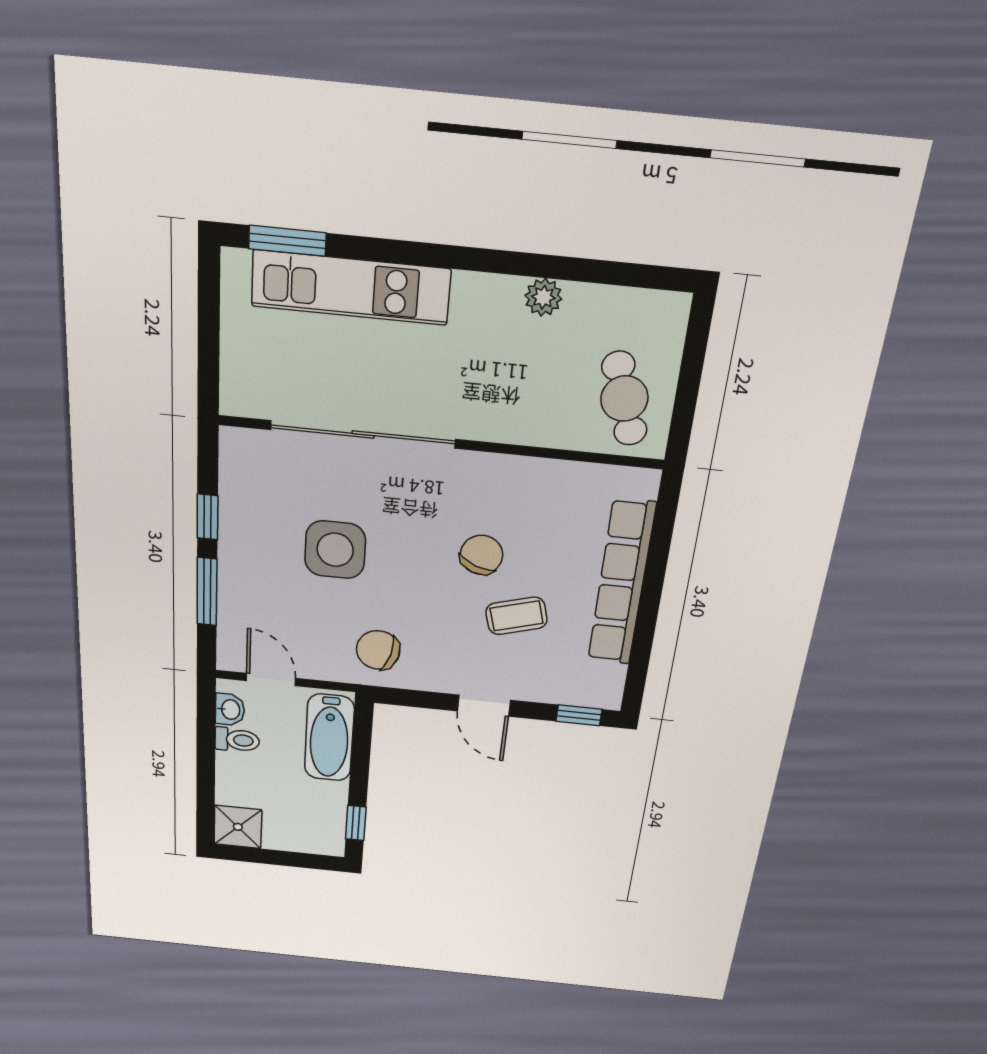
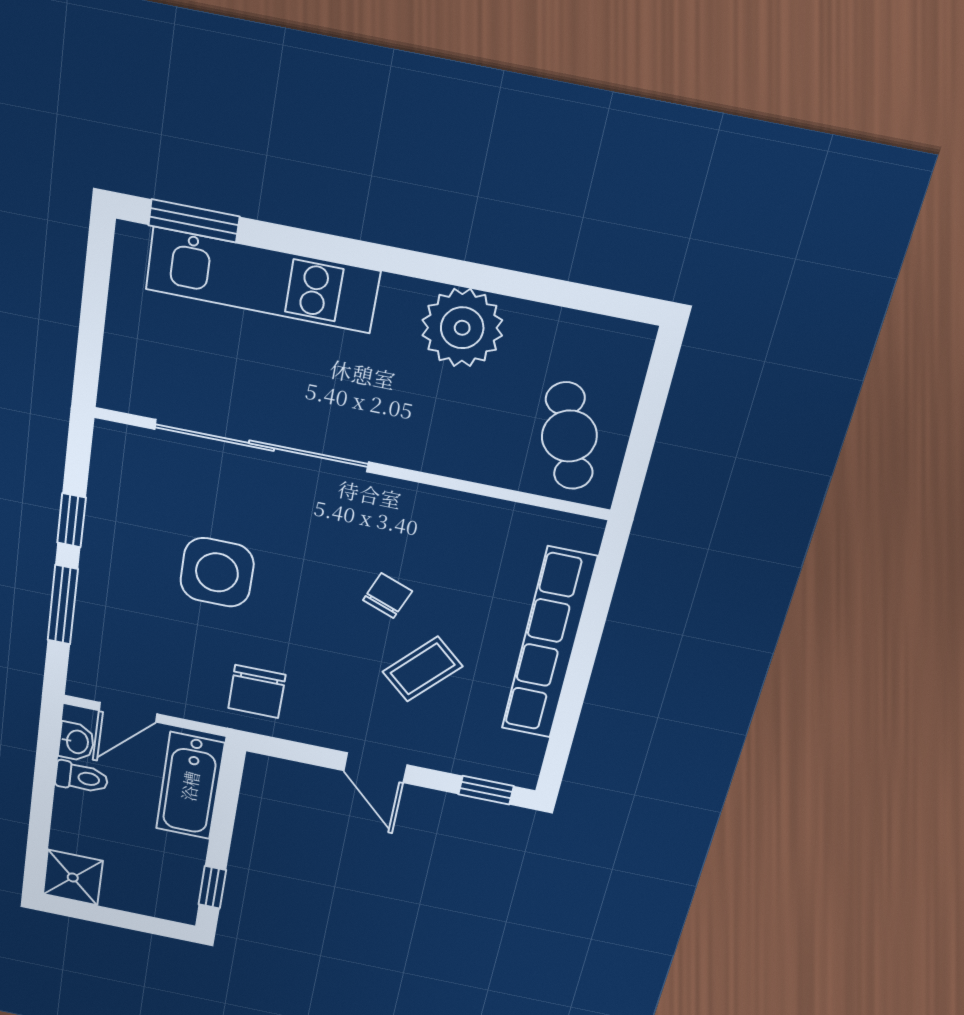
plant: (543, 297) -> (462, 328), width x1.87, depth x1.87
chair: (481, 555) -> (387, 596), width x0.73, depth x0.73
coffee table: (516, 616) -> (422, 669), turned -32
chair: (378, 650) -> (257, 692), turned -105
door: (271, 679) -> (128, 712), swing flipped

